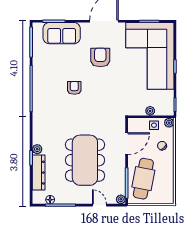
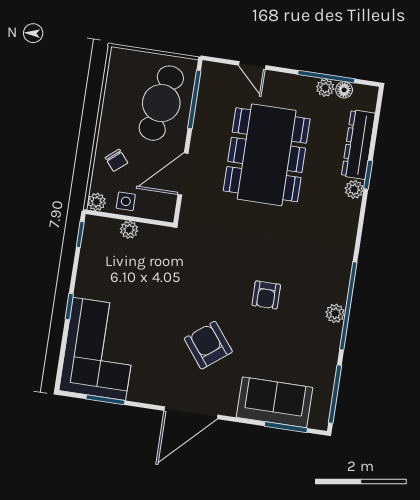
corner sofa: (150, 56) -> (99, 349), width x0.73, depth x0.74
armchair: (100, 57) -> (208, 345), turned 142
plant: (37, 84) -> (335, 313), added
plant: (121, 199) -> (325, 88), moved

